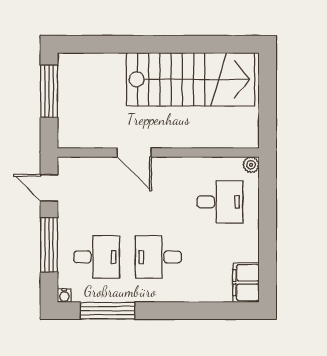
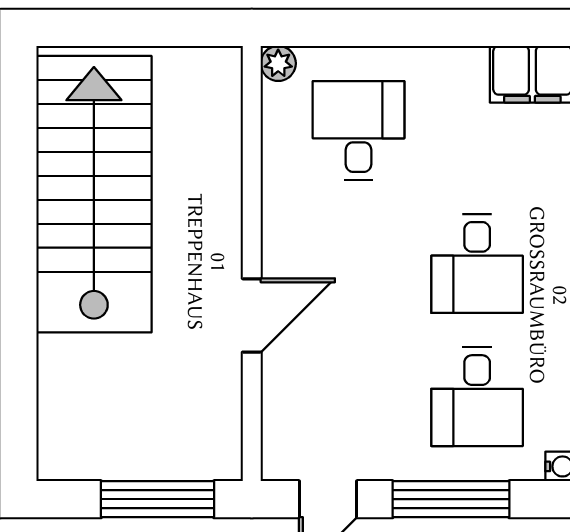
window: (49, 91) -> (157, 499), moved
desk: (97, 257) -> (477, 397), turned 180

